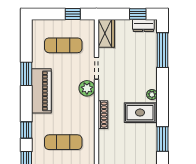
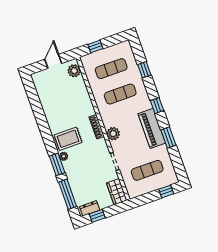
window: (73, 14) -> (166, 191), moved
plant: (87, 88) -> (113, 134), moved
window: (26, 130) -> (157, 106), moved
window: (163, 139) -> (57, 164), moved

